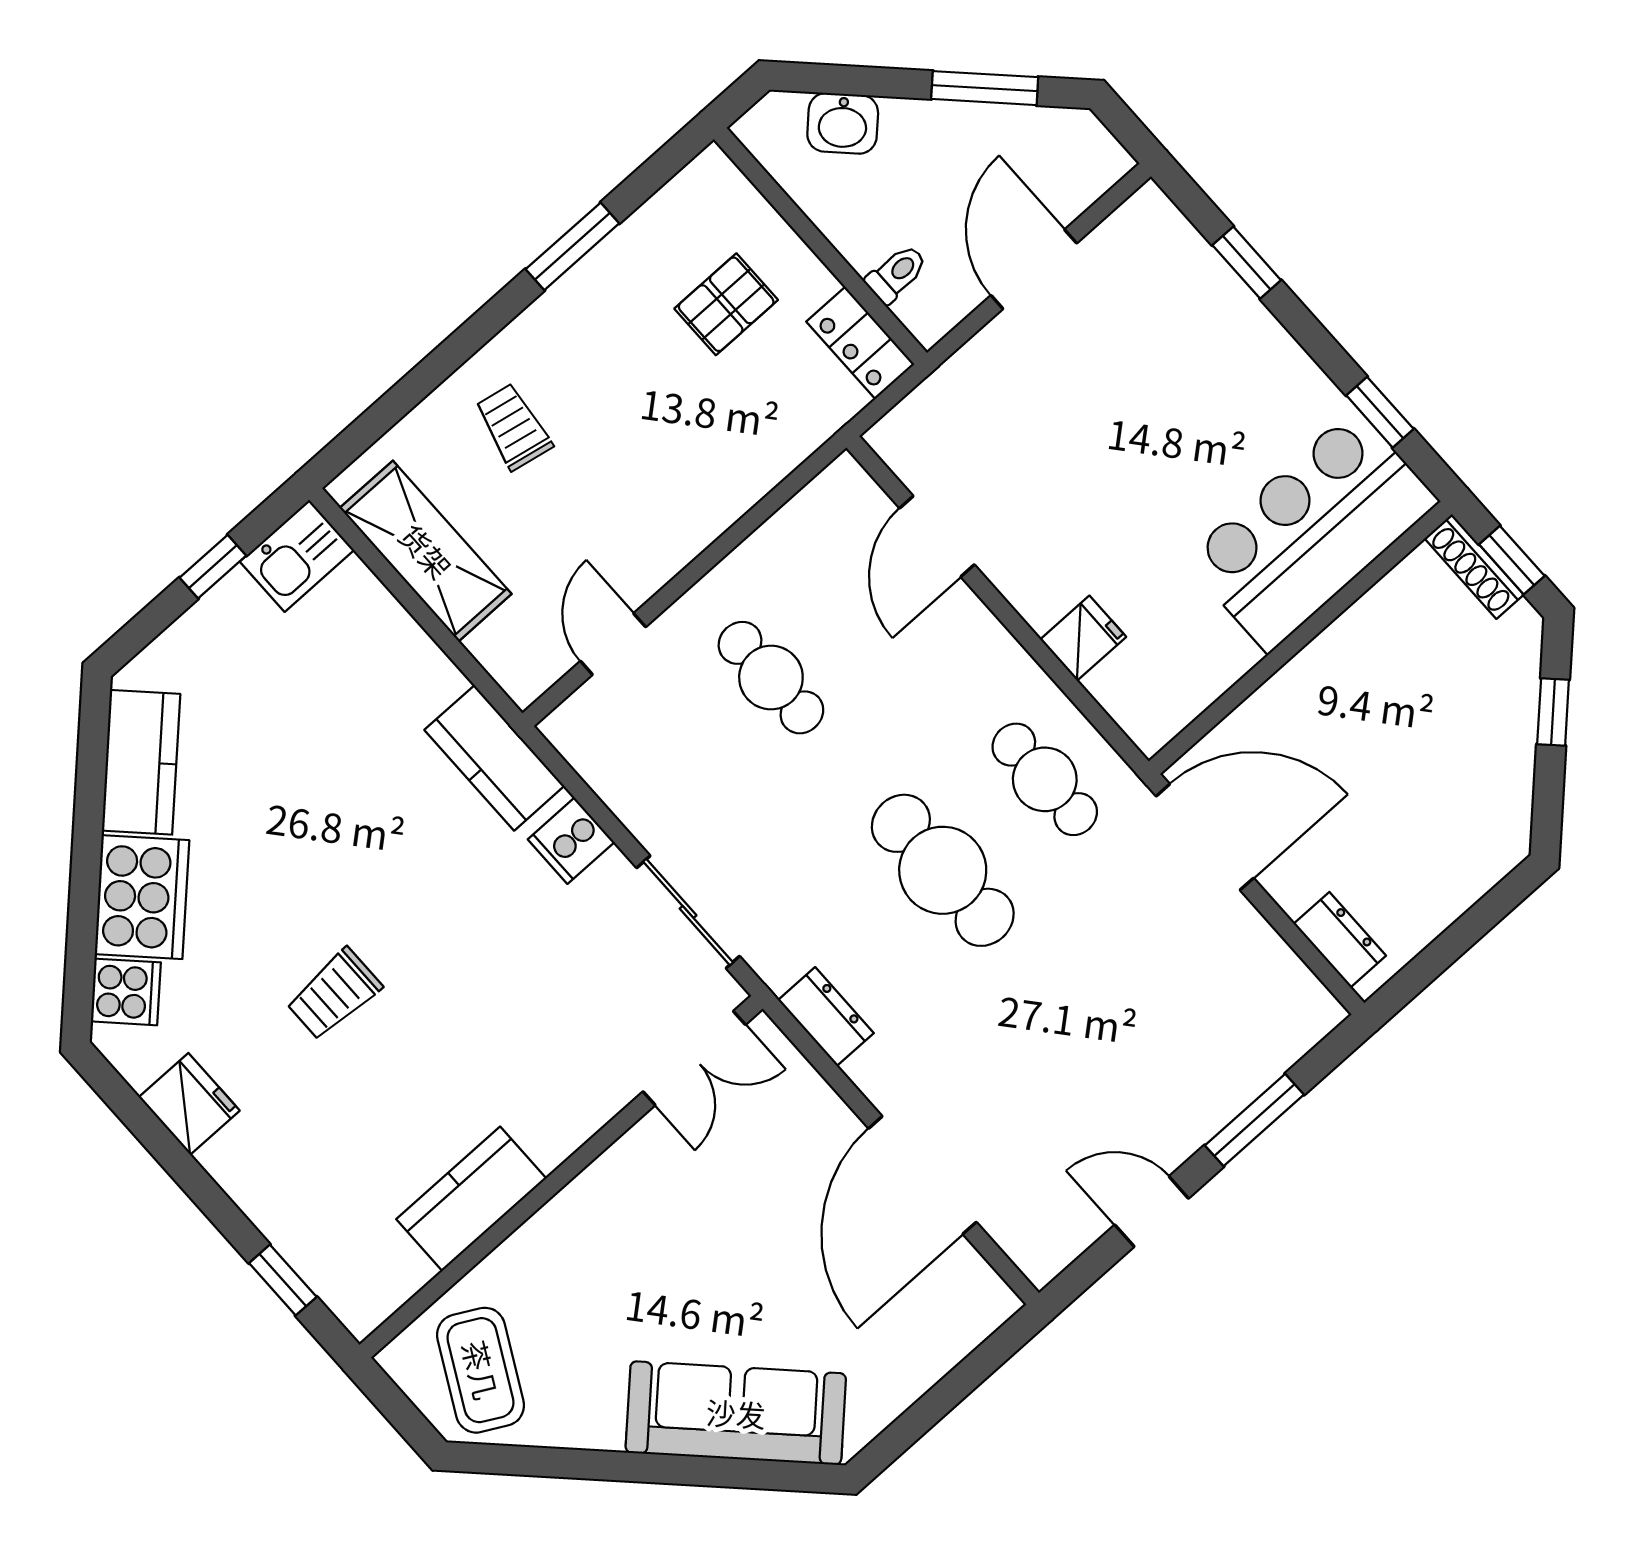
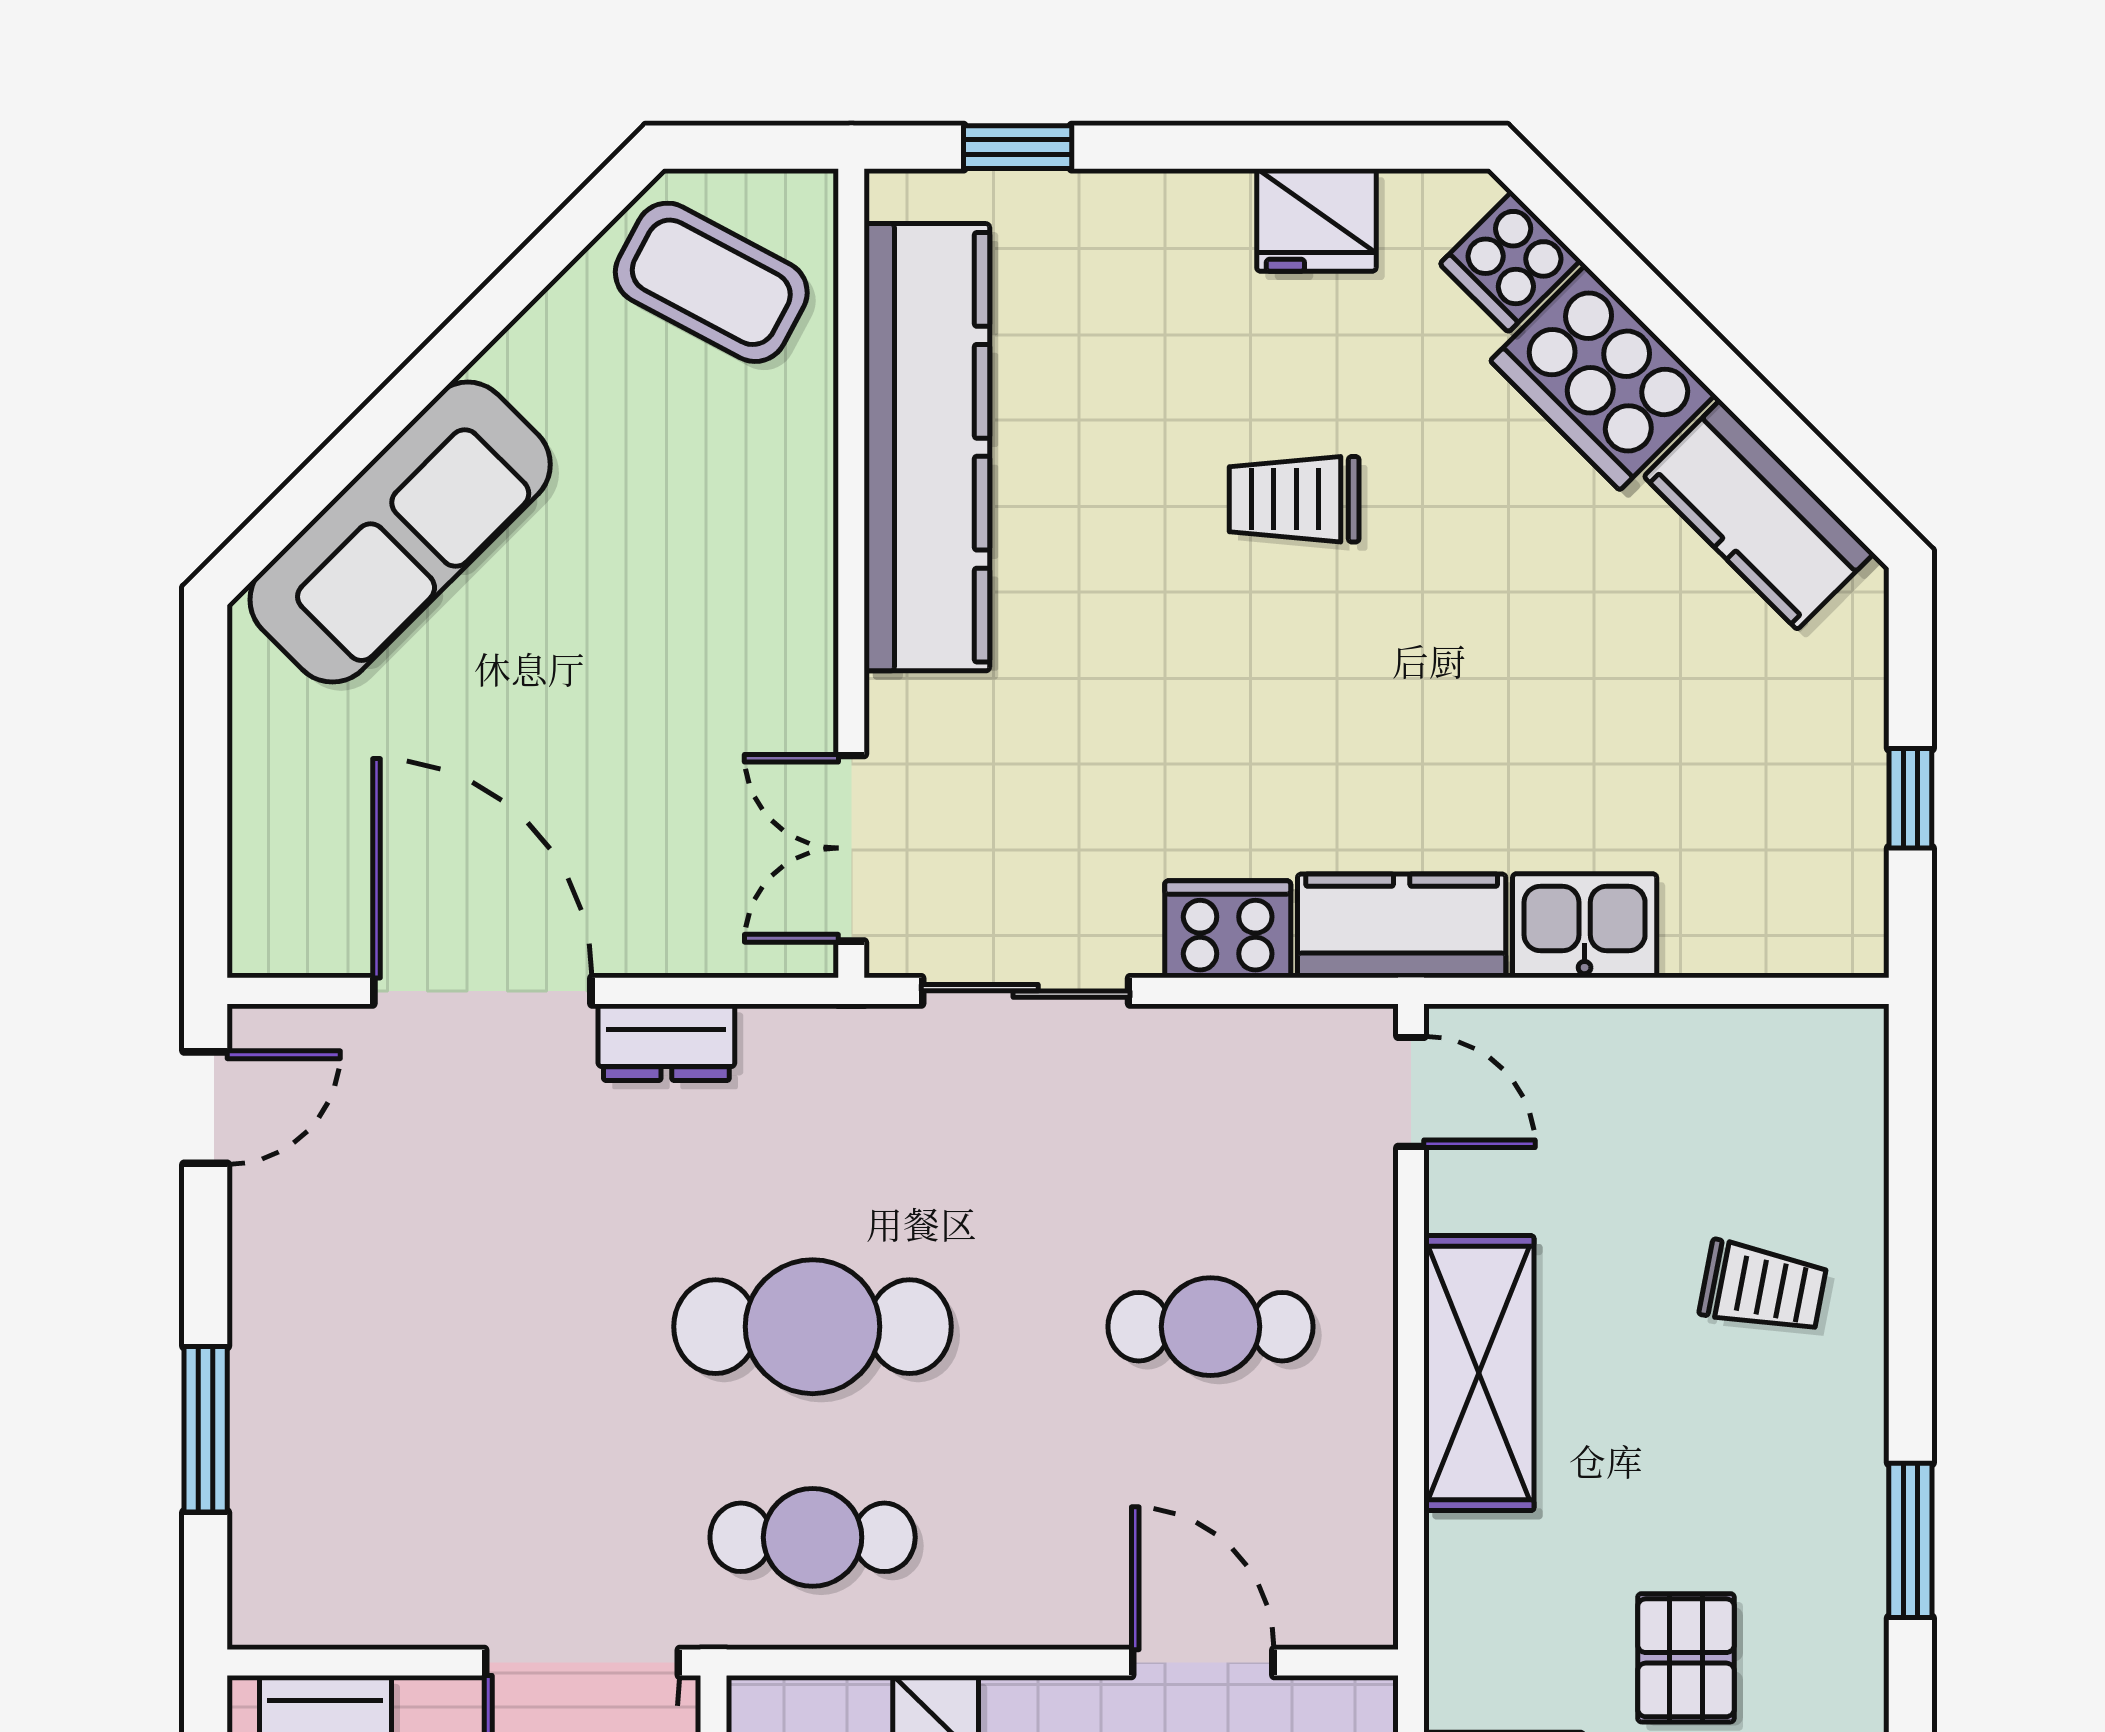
shelving: (426, 551) -> (1479, 1373), moved, turned 90
kitchen sink: (297, 556) -> (1585, 926), moved, turned 90
door: (613, 644) -> (1411, 1092), moved
cooker: (571, 841) -> (1228, 929), width x1.36
trolley: (334, 994) -> (1294, 499), turned -90
dresser: (826, 1017) -> (666, 1042), moved
kitchen counter: (471, 1199) -> (927, 447), width x2.08, depth x1.17
door: (1152, 1212) -> (206, 1108), moved

